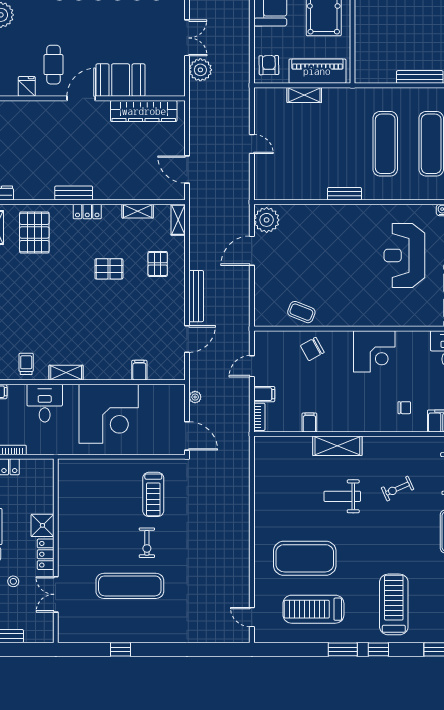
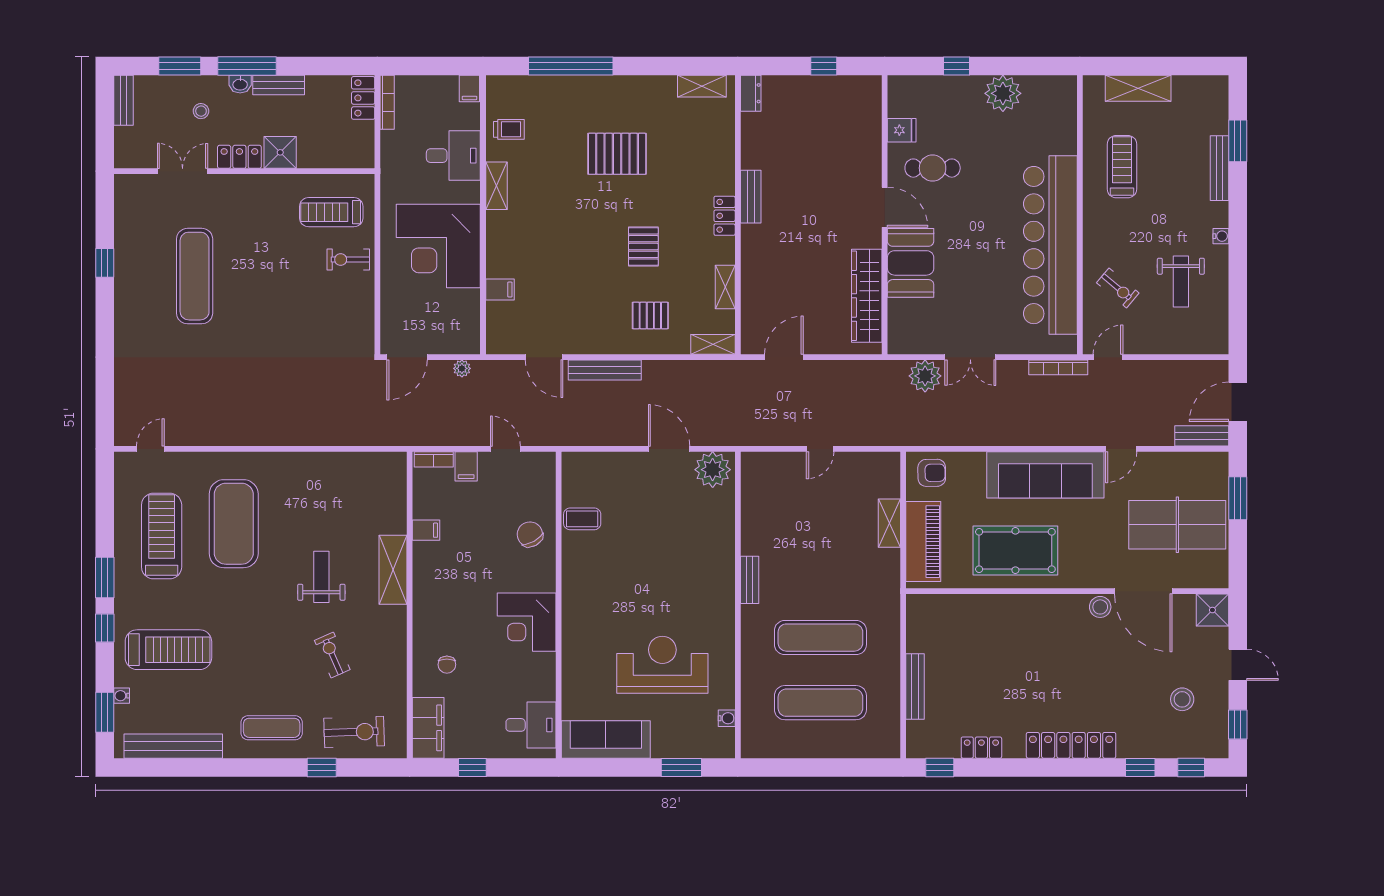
pallet: (34, 232) -> (617, 154), moved
coffee table: (301, 312) -> (582, 519), turned 68
treadmill: (153, 494) -> (331, 212), moved
exercise bike: (147, 543) -> (348, 260), moved
water cooler: (426, 637) -> (122, 696), added

